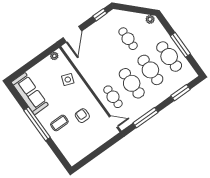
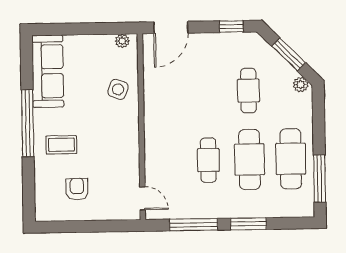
window: (135, 9) -> (289, 54), added
window: (180, 45) -> (320, 179), moved
cafe table: (132, 83) -> (208, 160), width x0.73, depth x0.74
window: (181, 93) -> (248, 224), moved
cafe table: (113, 97) -> (167, 161), removed
armchair: (82, 116) -> (77, 189), moved

